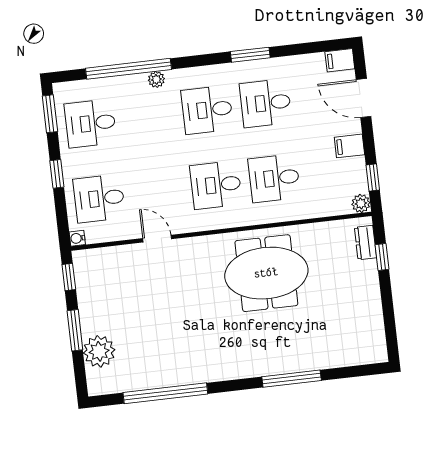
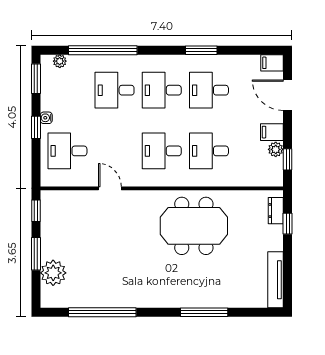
plant: (156, 79) -> (60, 61), moved
desk: (91, 123) -> (115, 90), moved
plant: (361, 203) -> (276, 149), moved
water cooler: (77, 238) -> (46, 118), moved
tv unit: (375, 328) -> (276, 280), added

